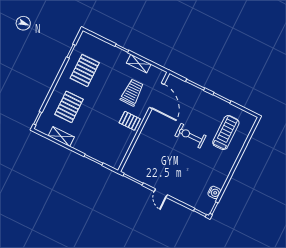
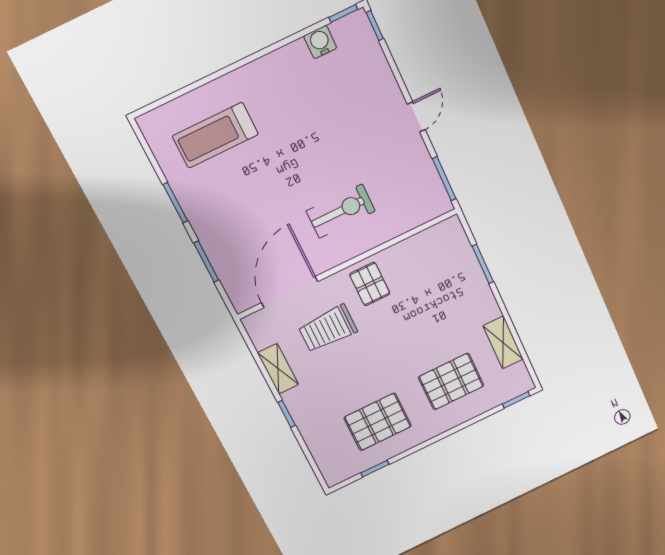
exercise bike: (191, 136) -> (341, 211), moved, turned -90

